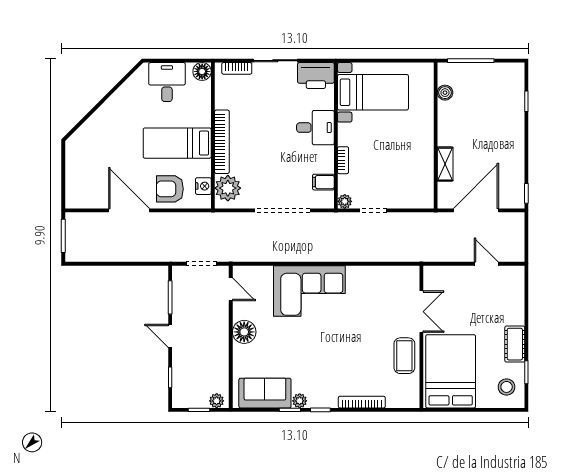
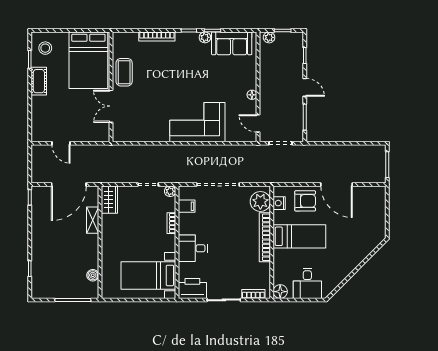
wardrobe: (423, 191) -> (109, 200), added
floor lamp: (244, 332) -> (252, 95), width x0.53, depth x0.53

